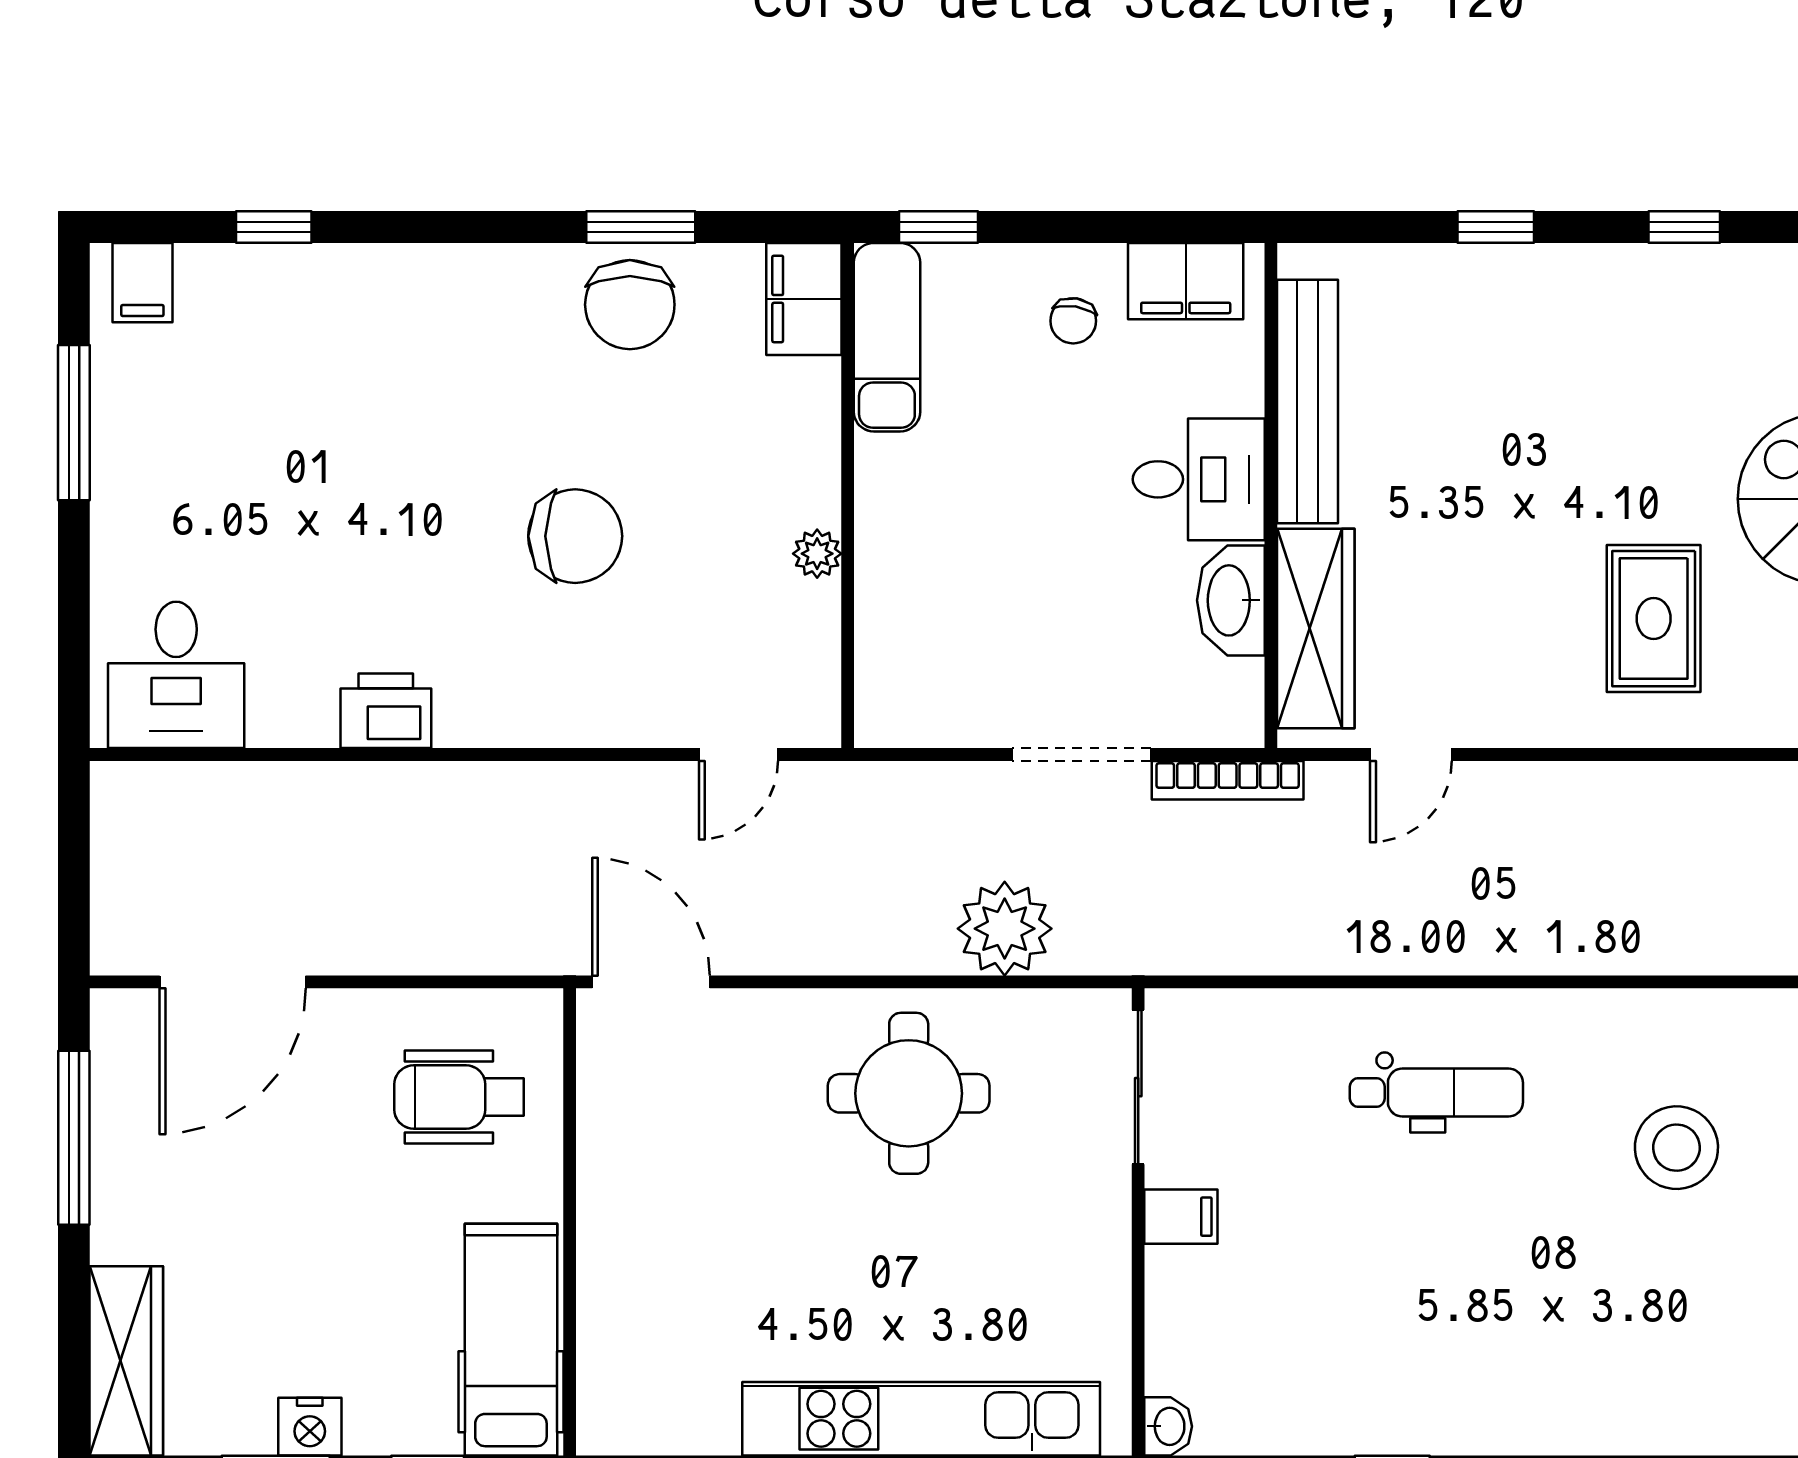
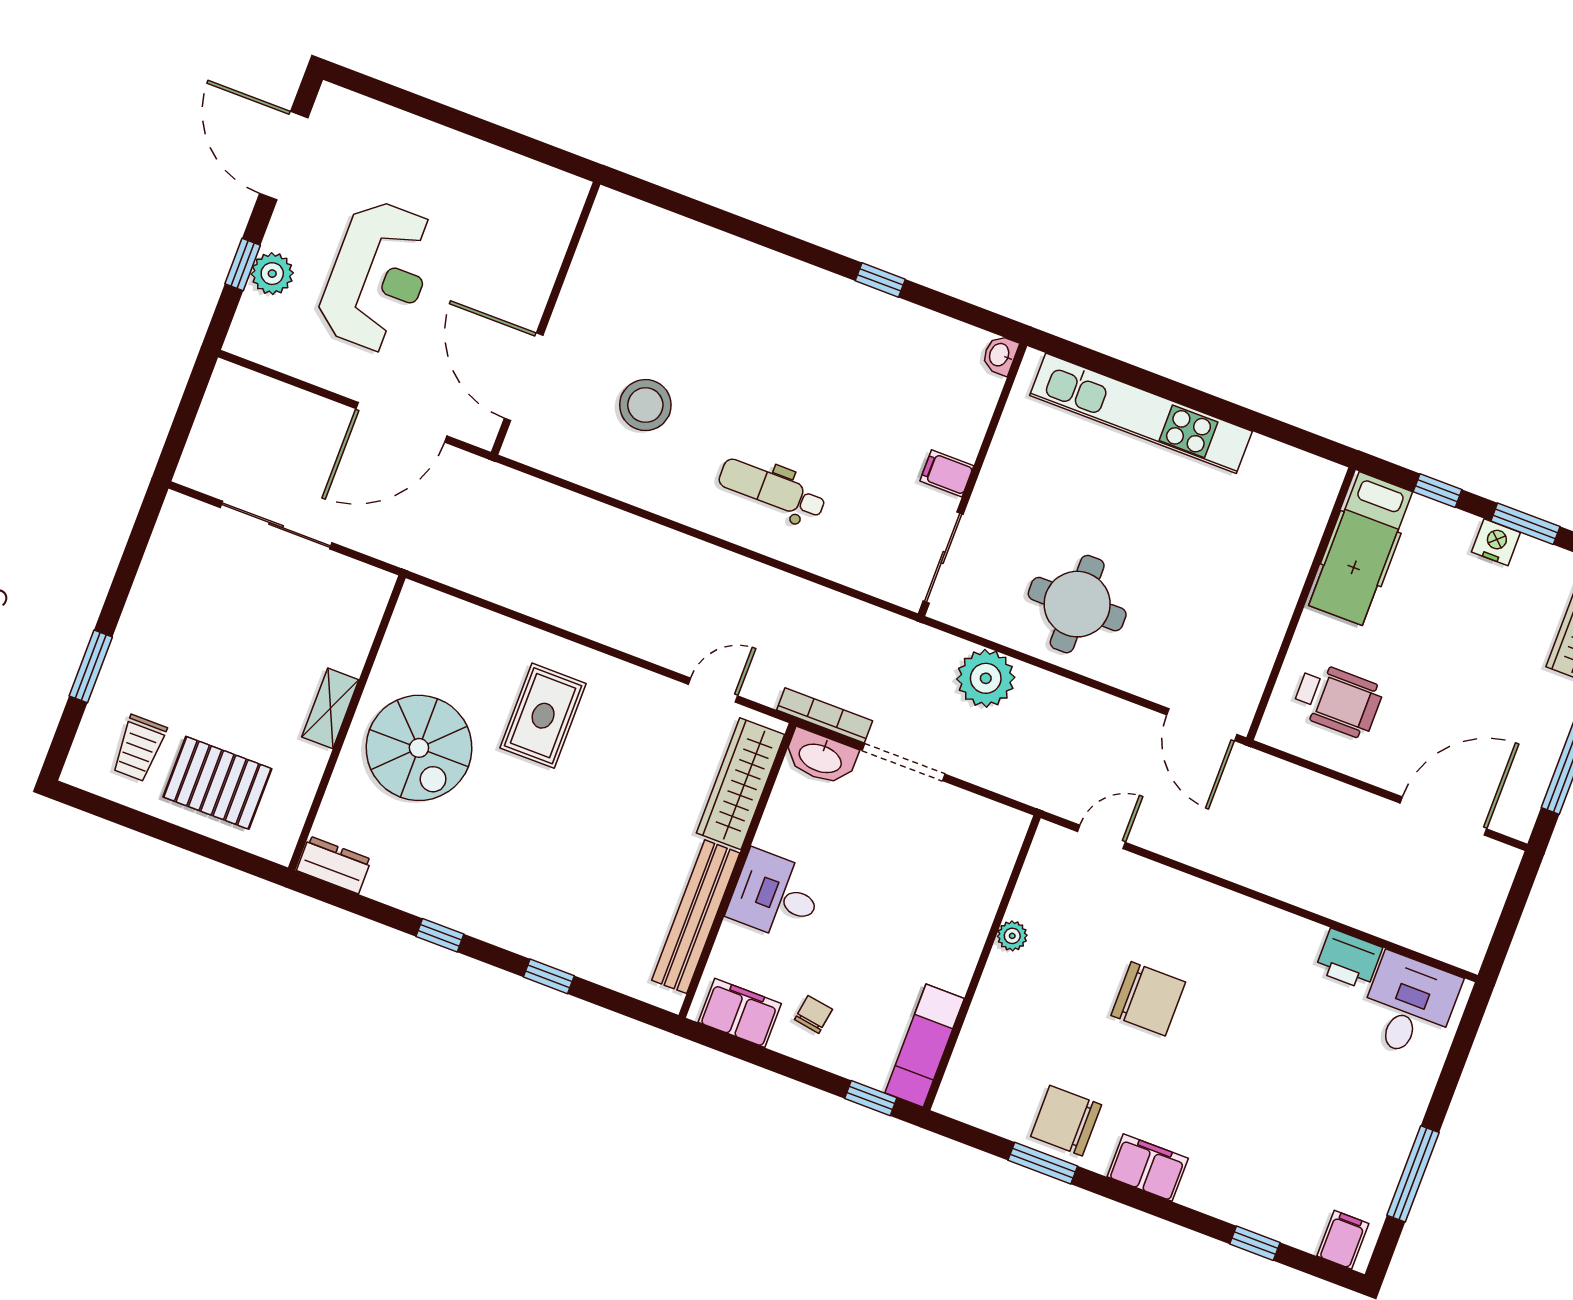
filing cabinet: (804, 299) -> (1148, 1168), moved, turned -90
chair: (630, 305) -> (1066, 1121), turned -90
chair: (575, 536) -> (1148, 999), turned 180
washbasin: (1231, 600) -> (821, 757), moved, turned 90
printer: (386, 711) -> (1349, 959), moved

